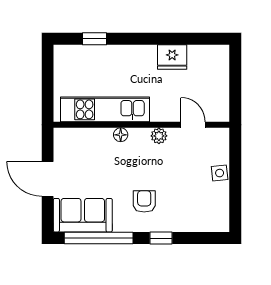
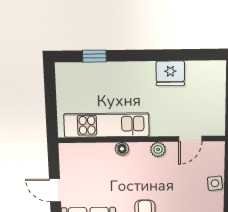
door: (193, 125) -> (190, 139), swing flipped
door: (48, 179) -> (55, 190), width x0.73

